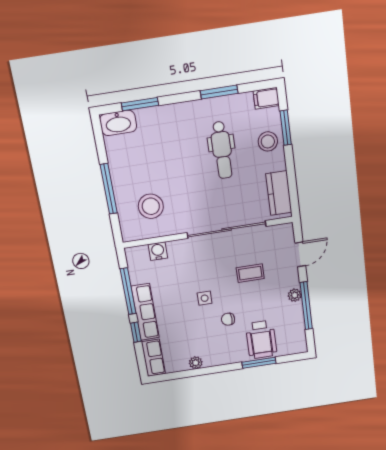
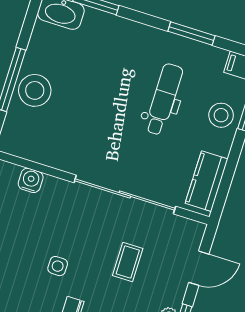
dental chair: (222, 150) -> (164, 99), turned 180
stool: (151, 206) -> (35, 90), moved
coffee table: (250, 273) -> (128, 262), turned 90

